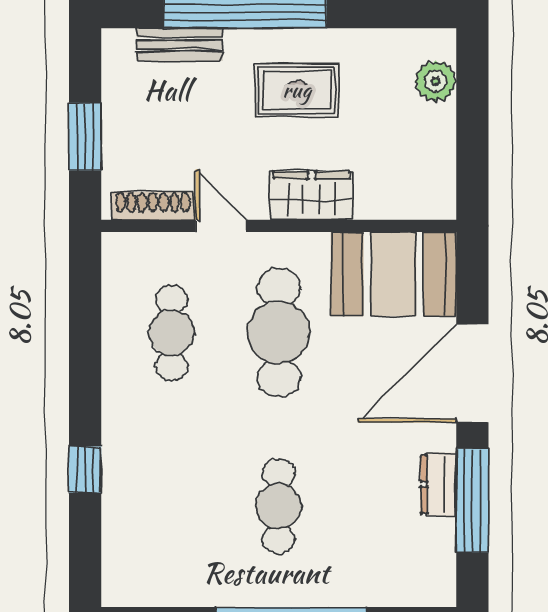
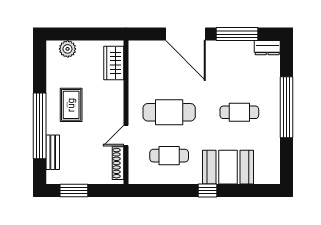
window: (85, 137) -> (74, 191), moved
wardrobe: (312, 196) -> (114, 63), moved
booth: (394, 274) -> (228, 167), moved, turned 90
window: (85, 470) -> (208, 191), moved
dresser: (439, 484) -> (267, 48), moved

